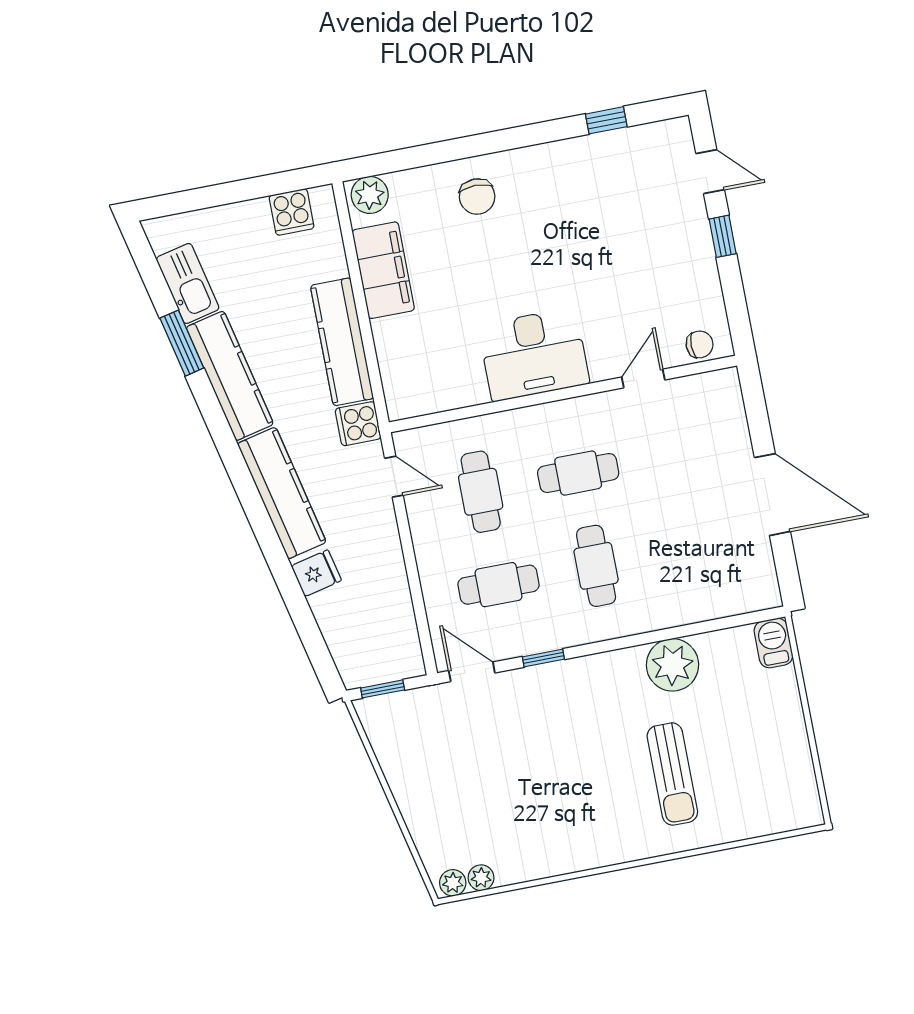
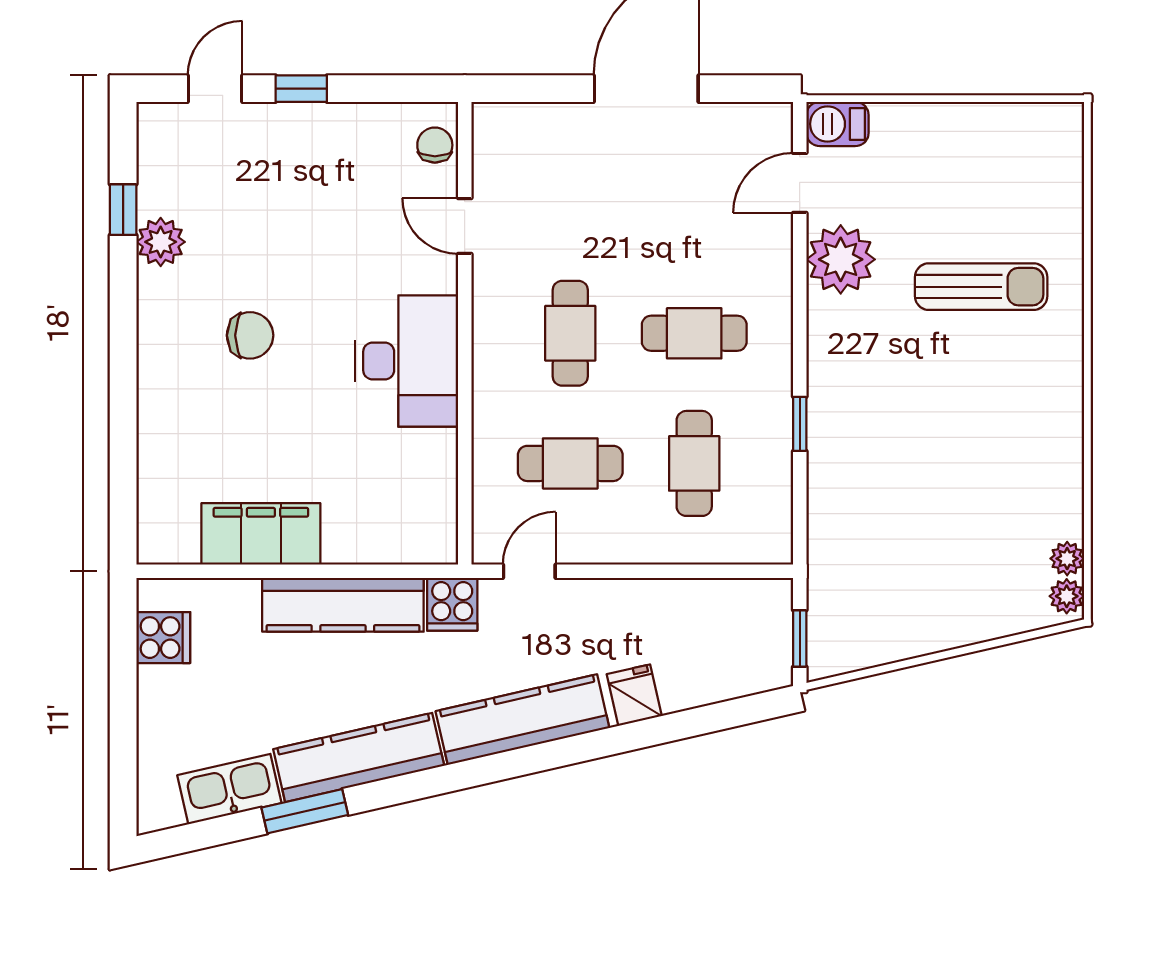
plant: (370, 195) -> (161, 242), moved
chair: (477, 197) -> (250, 335), moved
door: (472, 672) -> (800, 183), moved

